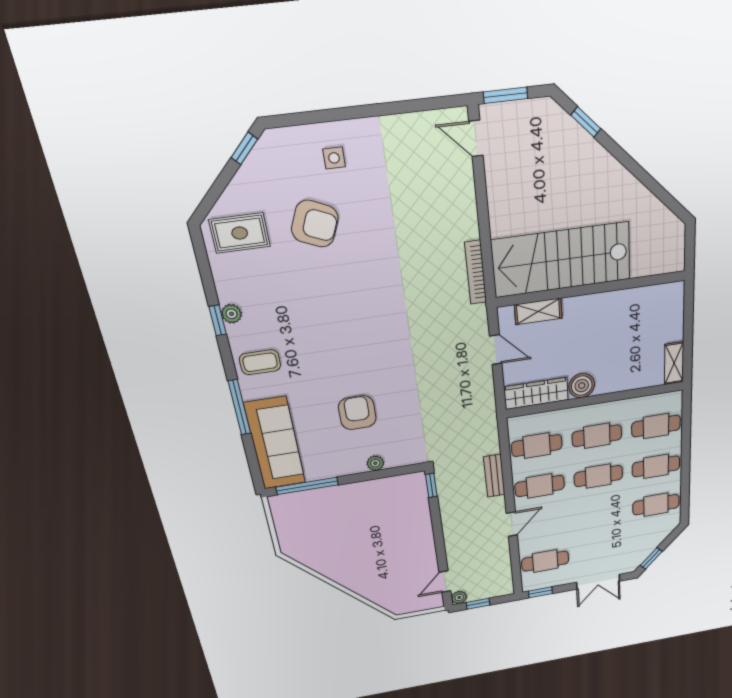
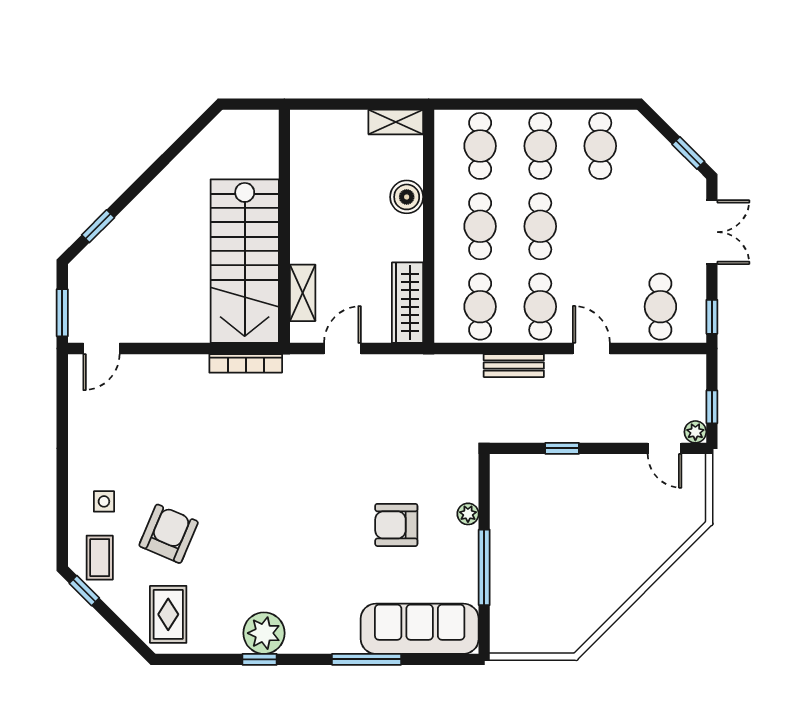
plant: (232, 314) -> (264, 633), width x1.88, depth x1.88
coffee table: (260, 362) -> (100, 558), moved
boiler: (582, 386) -> (407, 197), moved
window: (431, 485) -> (562, 448), moved
window: (307, 486) -> (484, 567), moved

